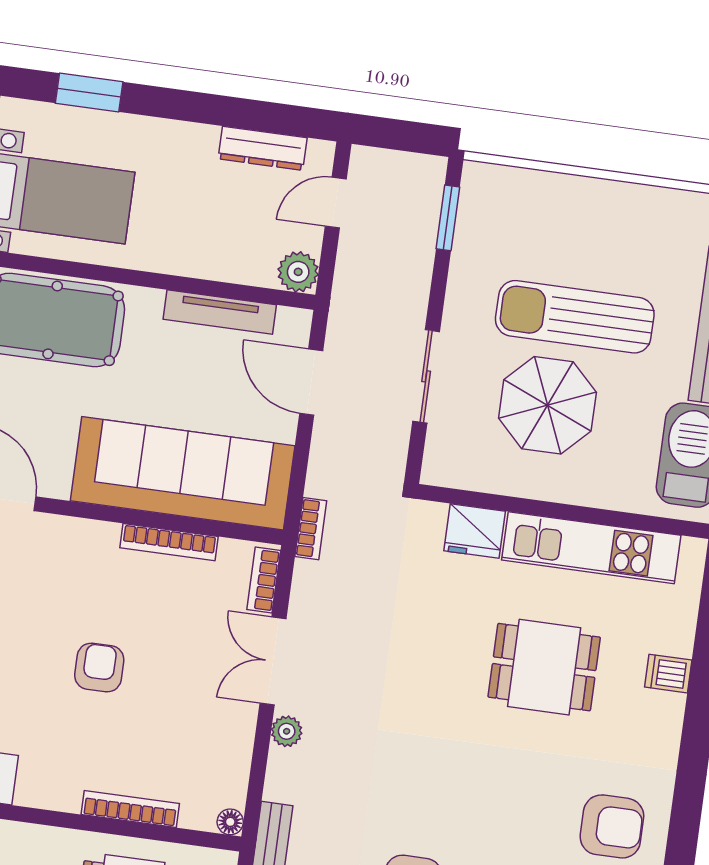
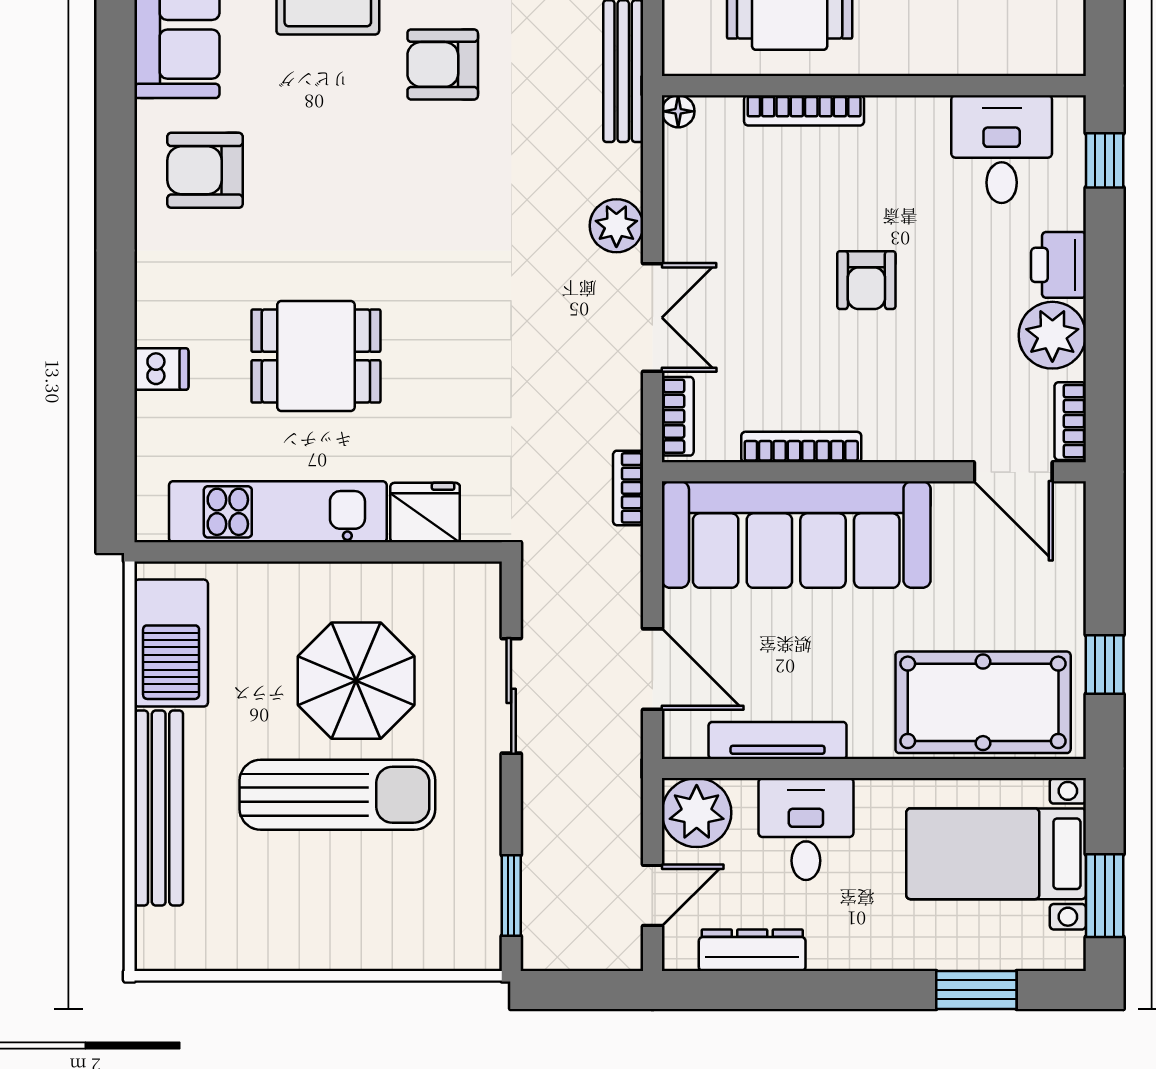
desk: (207, 239) -> (806, 829), added
plant: (298, 272) -> (697, 813), width x1.36, depth x1.36
plant: (287, 731) -> (616, 226), width x1.38, depth x1.38

